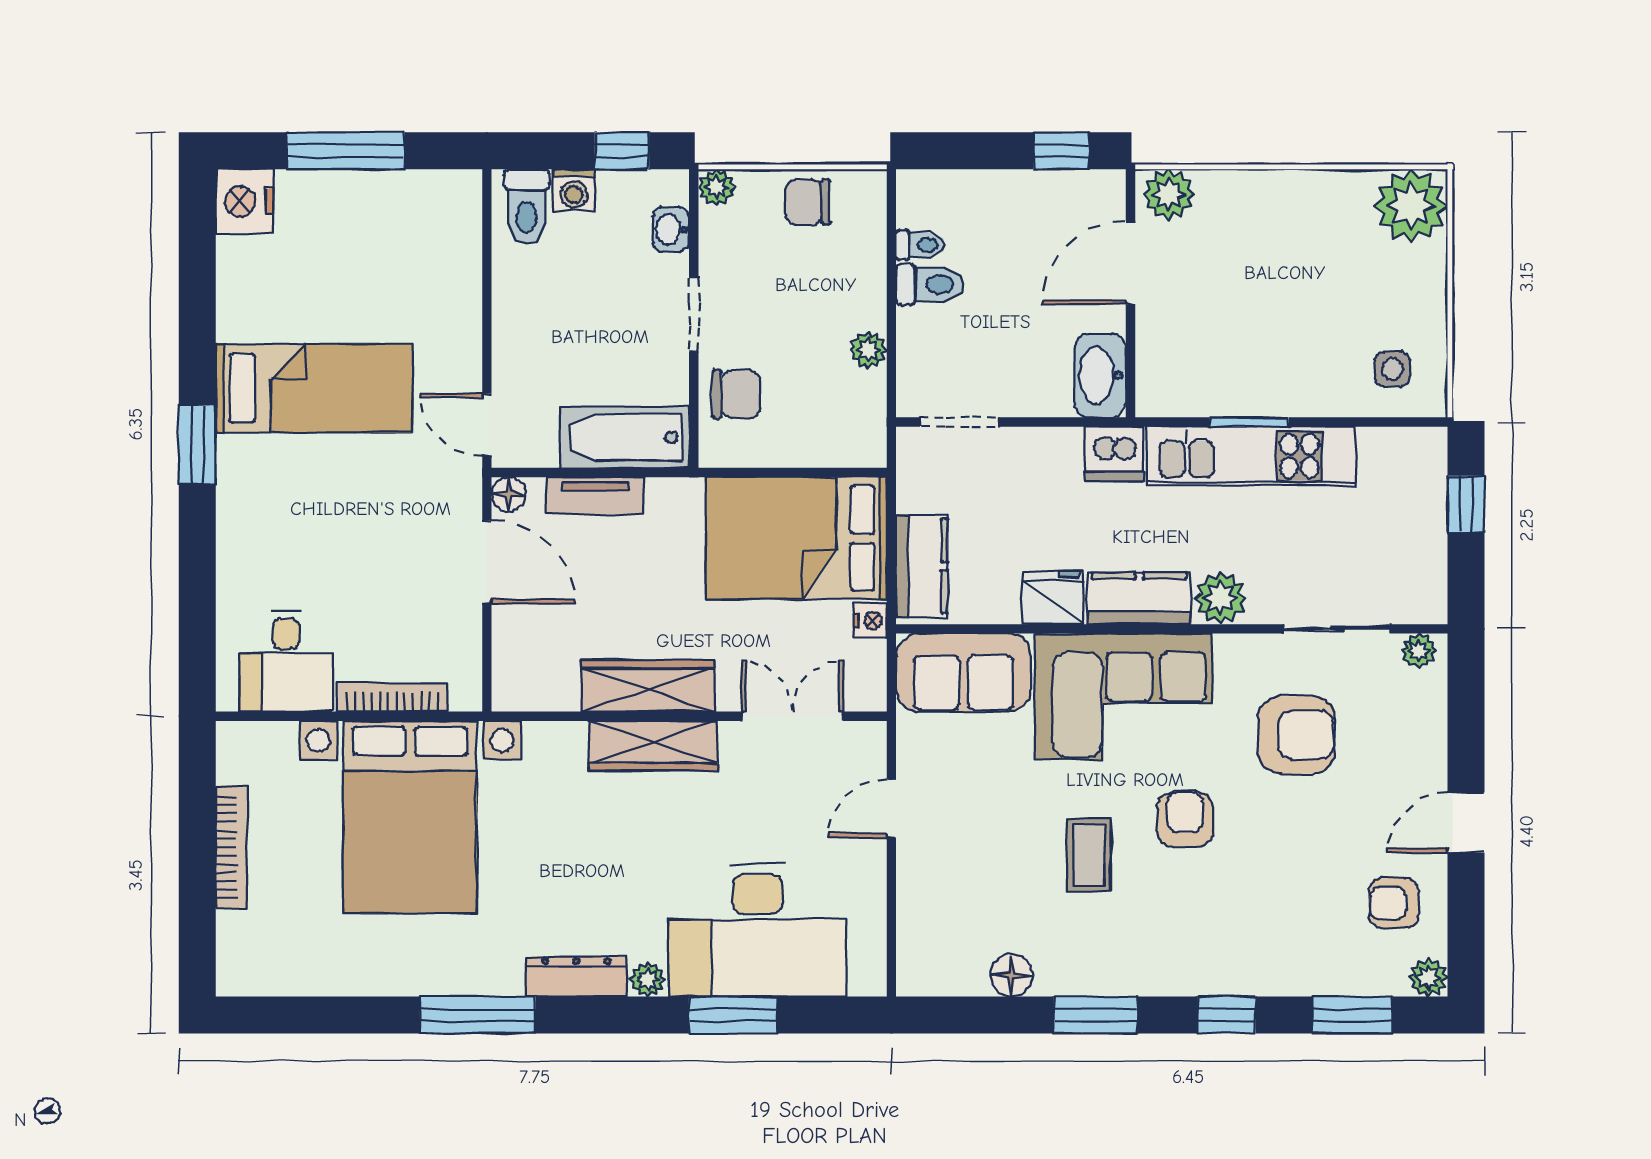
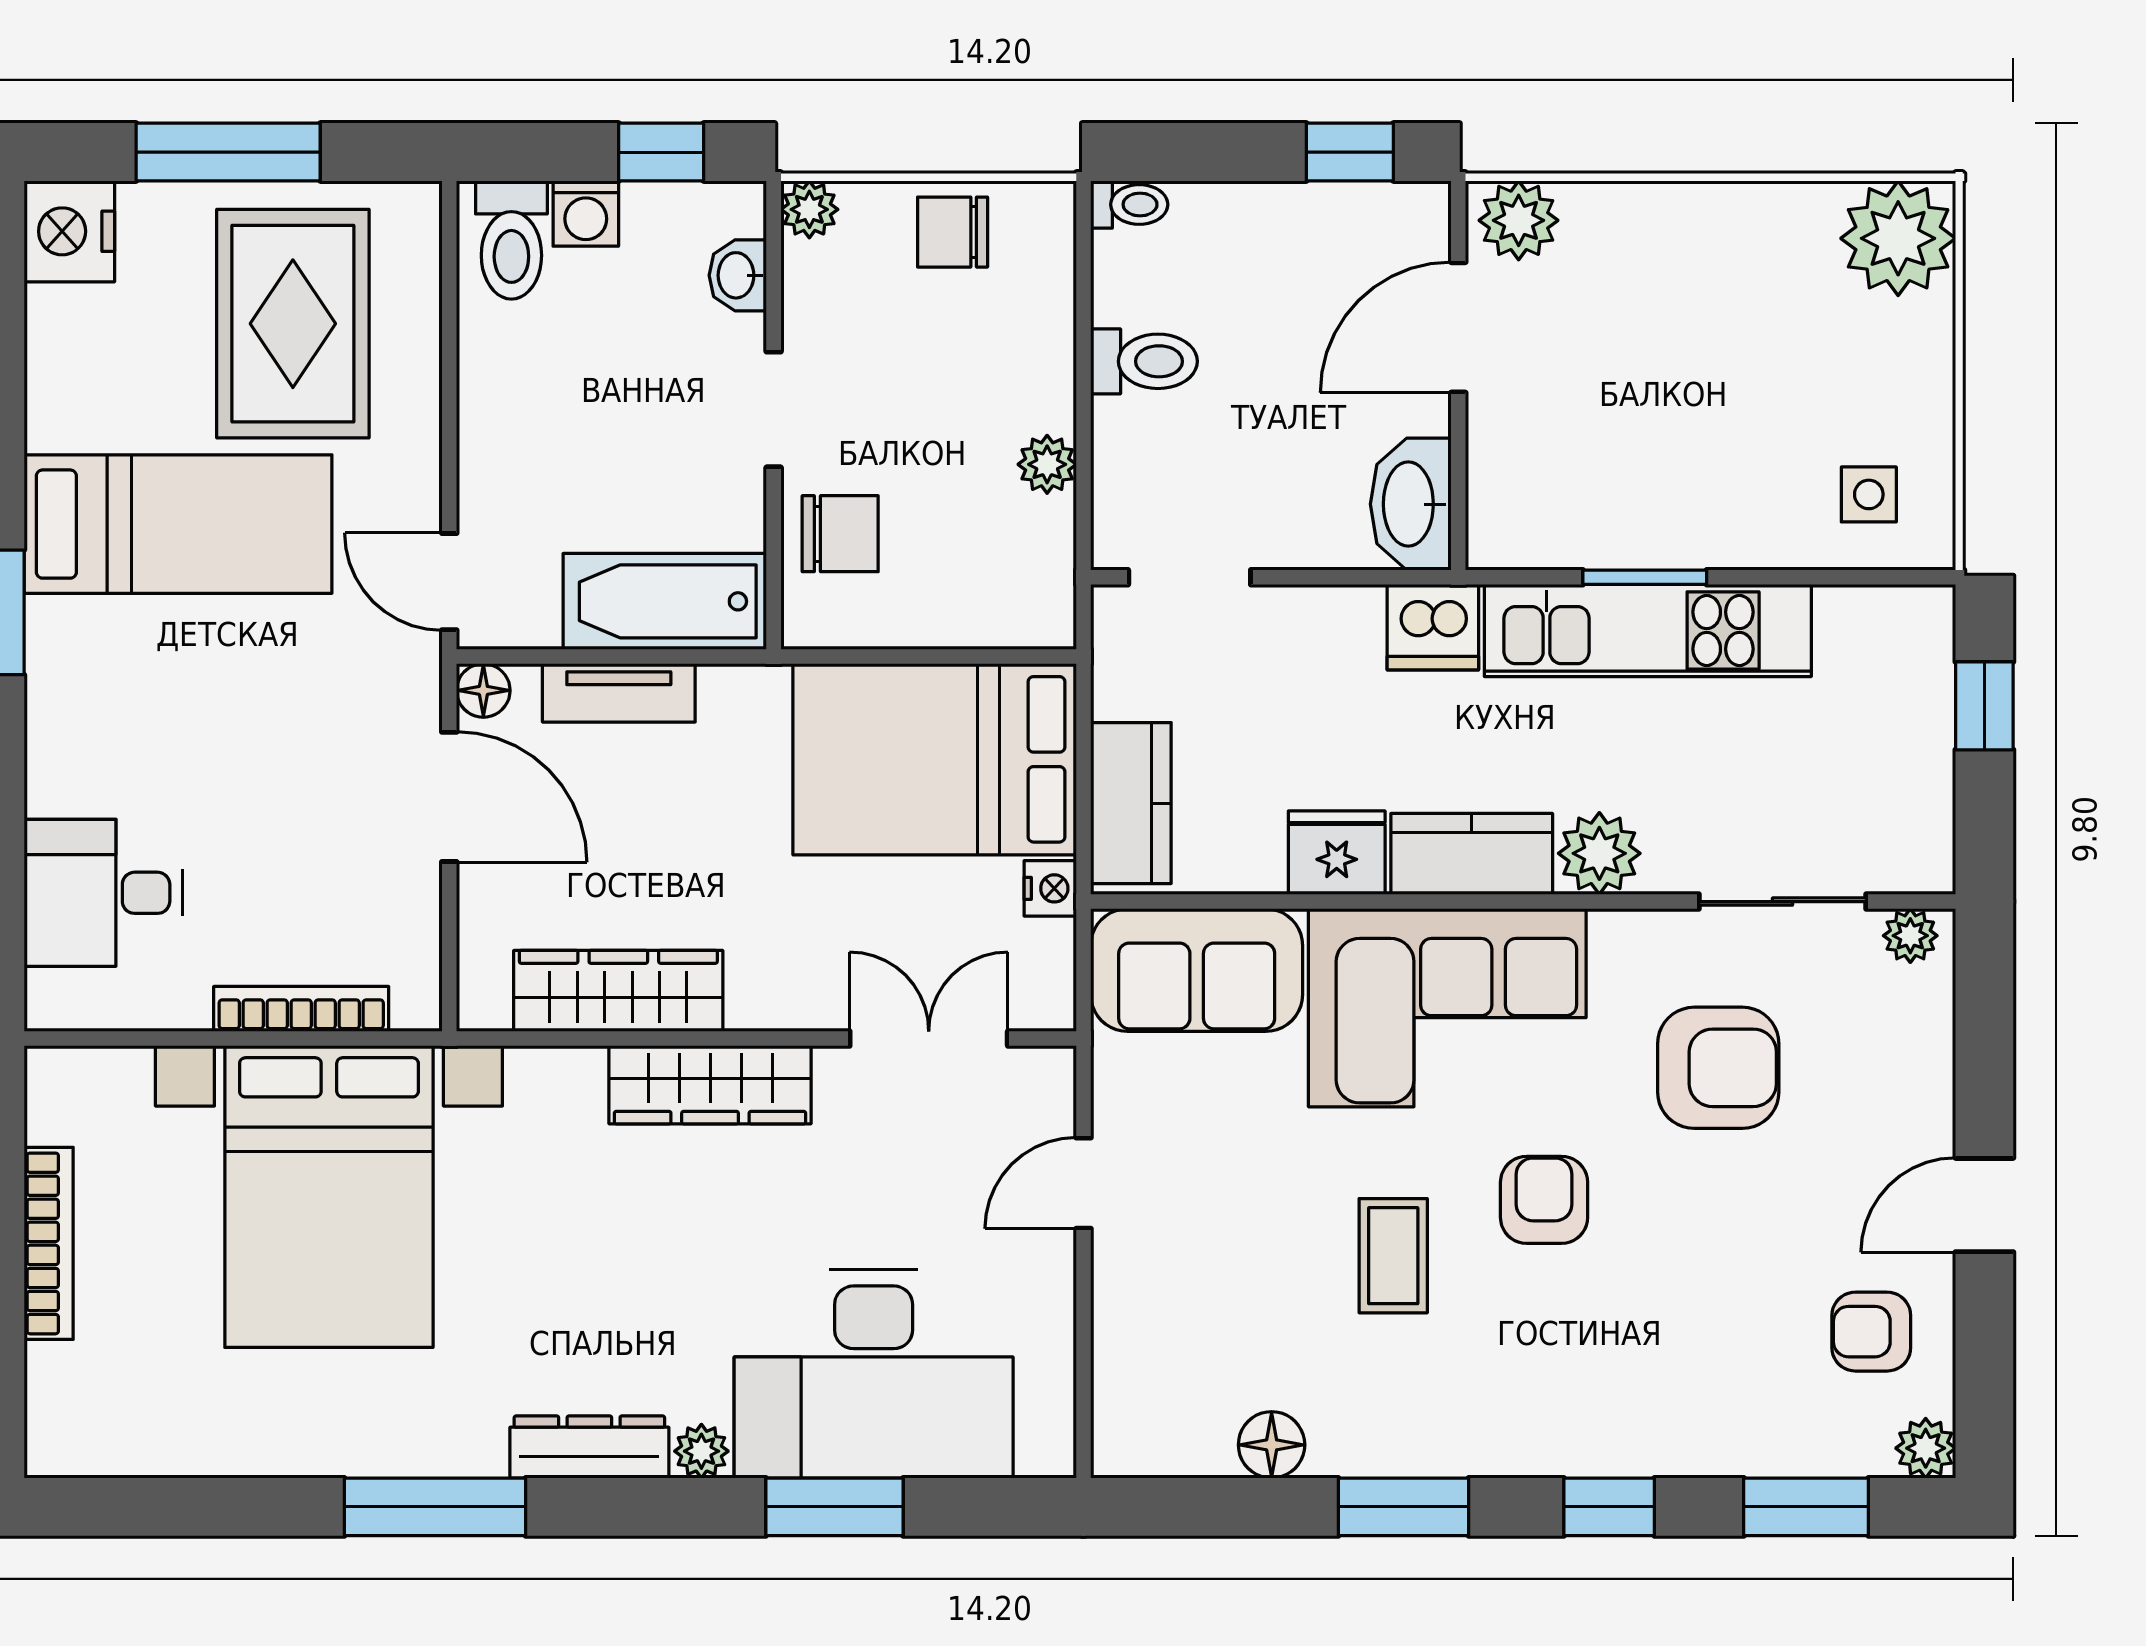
toilet: (921, 245) -> (1129, 204), moved
rug: (387, 260) -> (293, 324), added
desk: (286, 661) -> (103, 893), moved, turned 90
wardrobe: (648, 686) -> (618, 991), moved

